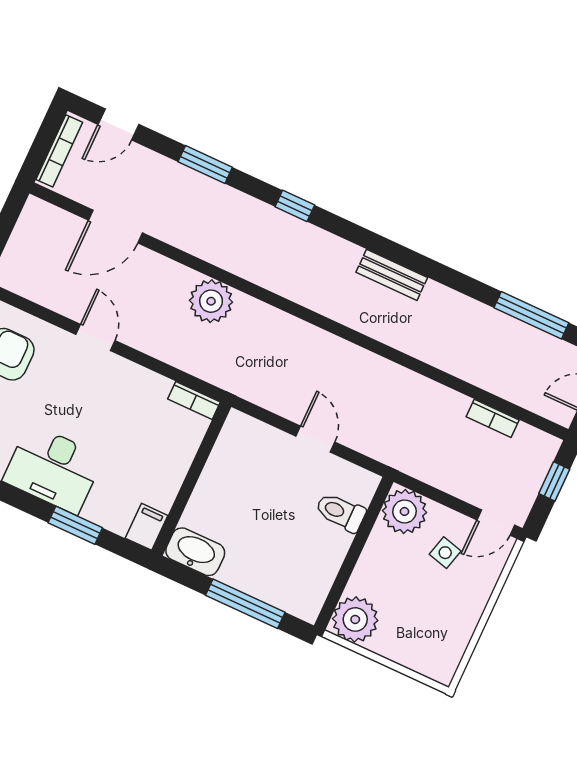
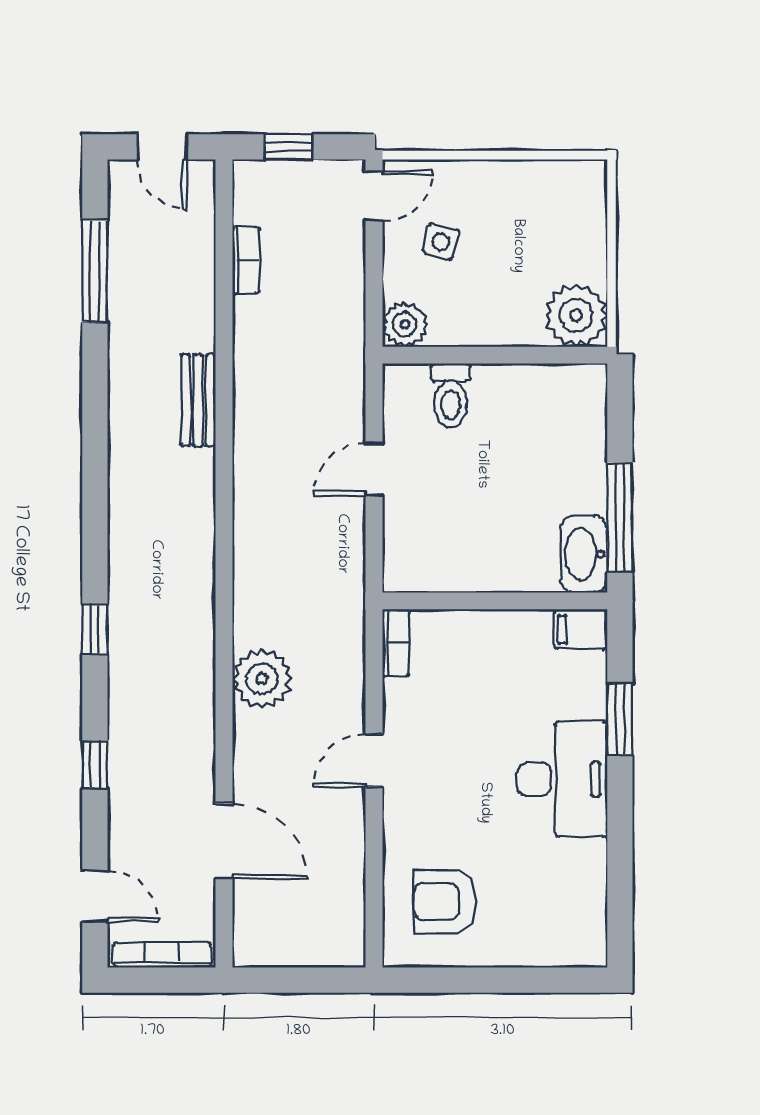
window: (205, 165) -> (95, 765), width x0.67
bench: (392, 275) -> (198, 400), moved
door: (95, 338) -> (374, 760), moved
plant: (404, 511) -> (405, 324), width x0.73, depth x0.73
door: (496, 522) -> (374, 196), hinge flipped
window: (245, 604) -> (620, 517), moved

